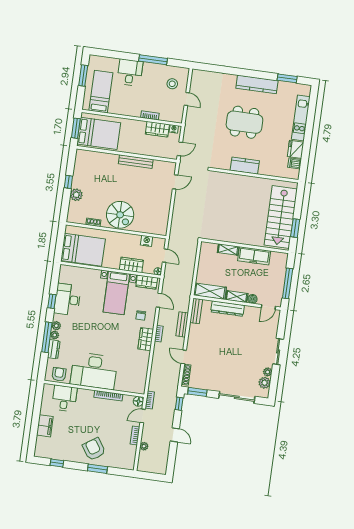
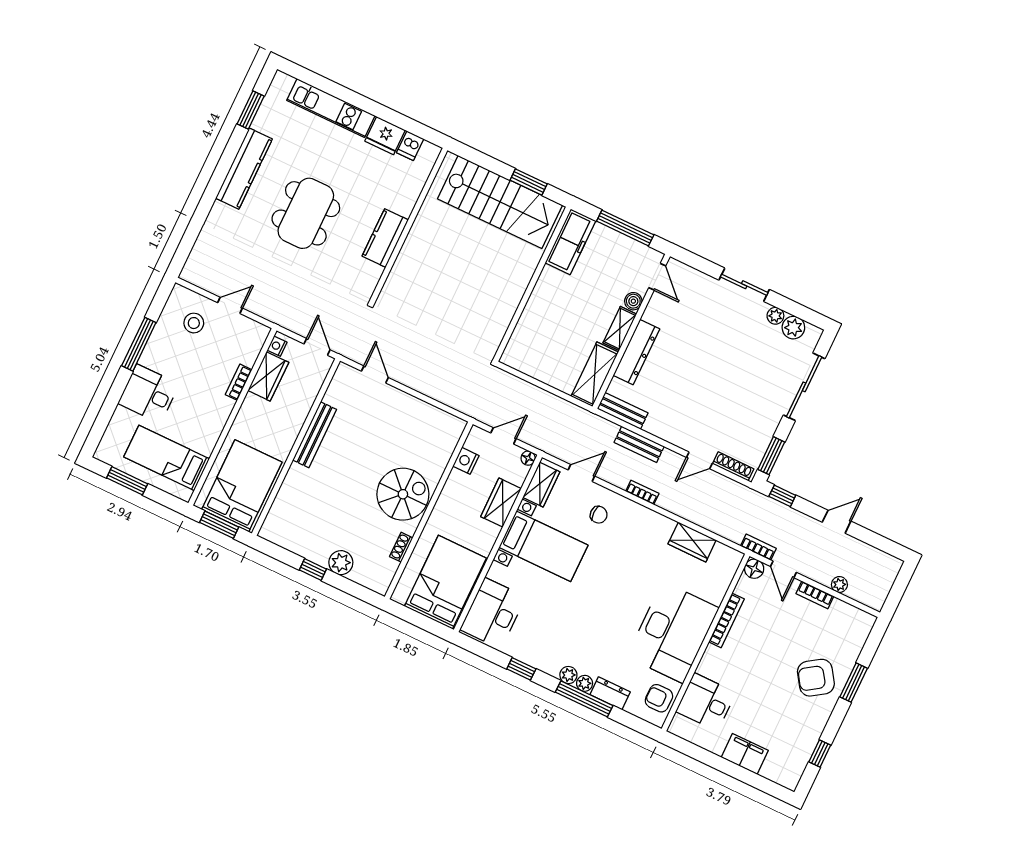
shelving: (228, 250) -> (529, 317), removed
freezer: (254, 256) -> (570, 242), moved
desk: (67, 300) -> (493, 613), moved, turned 90
wardrobe: (146, 339) -> (692, 542), moved

